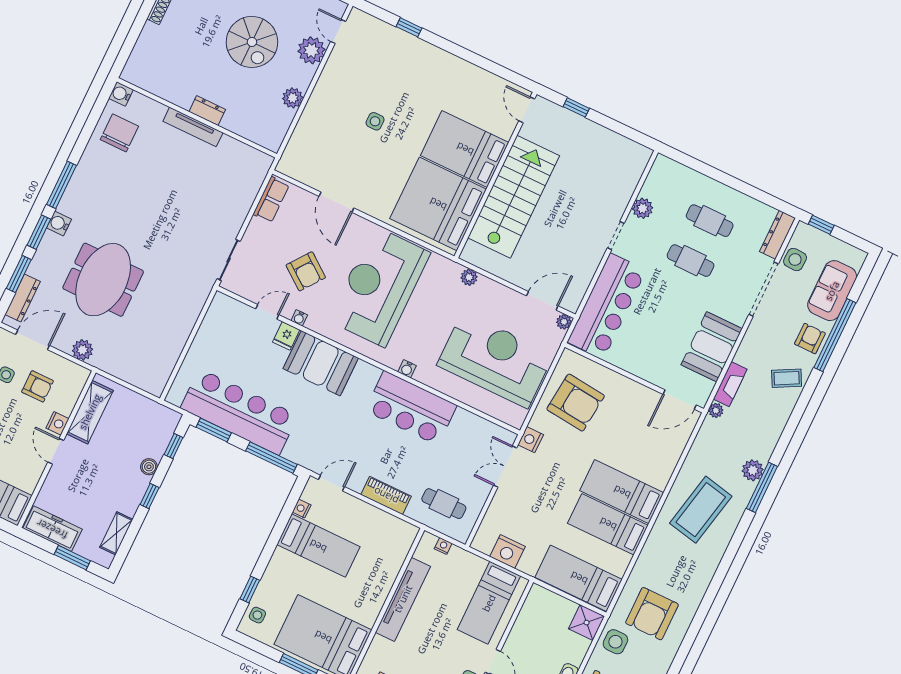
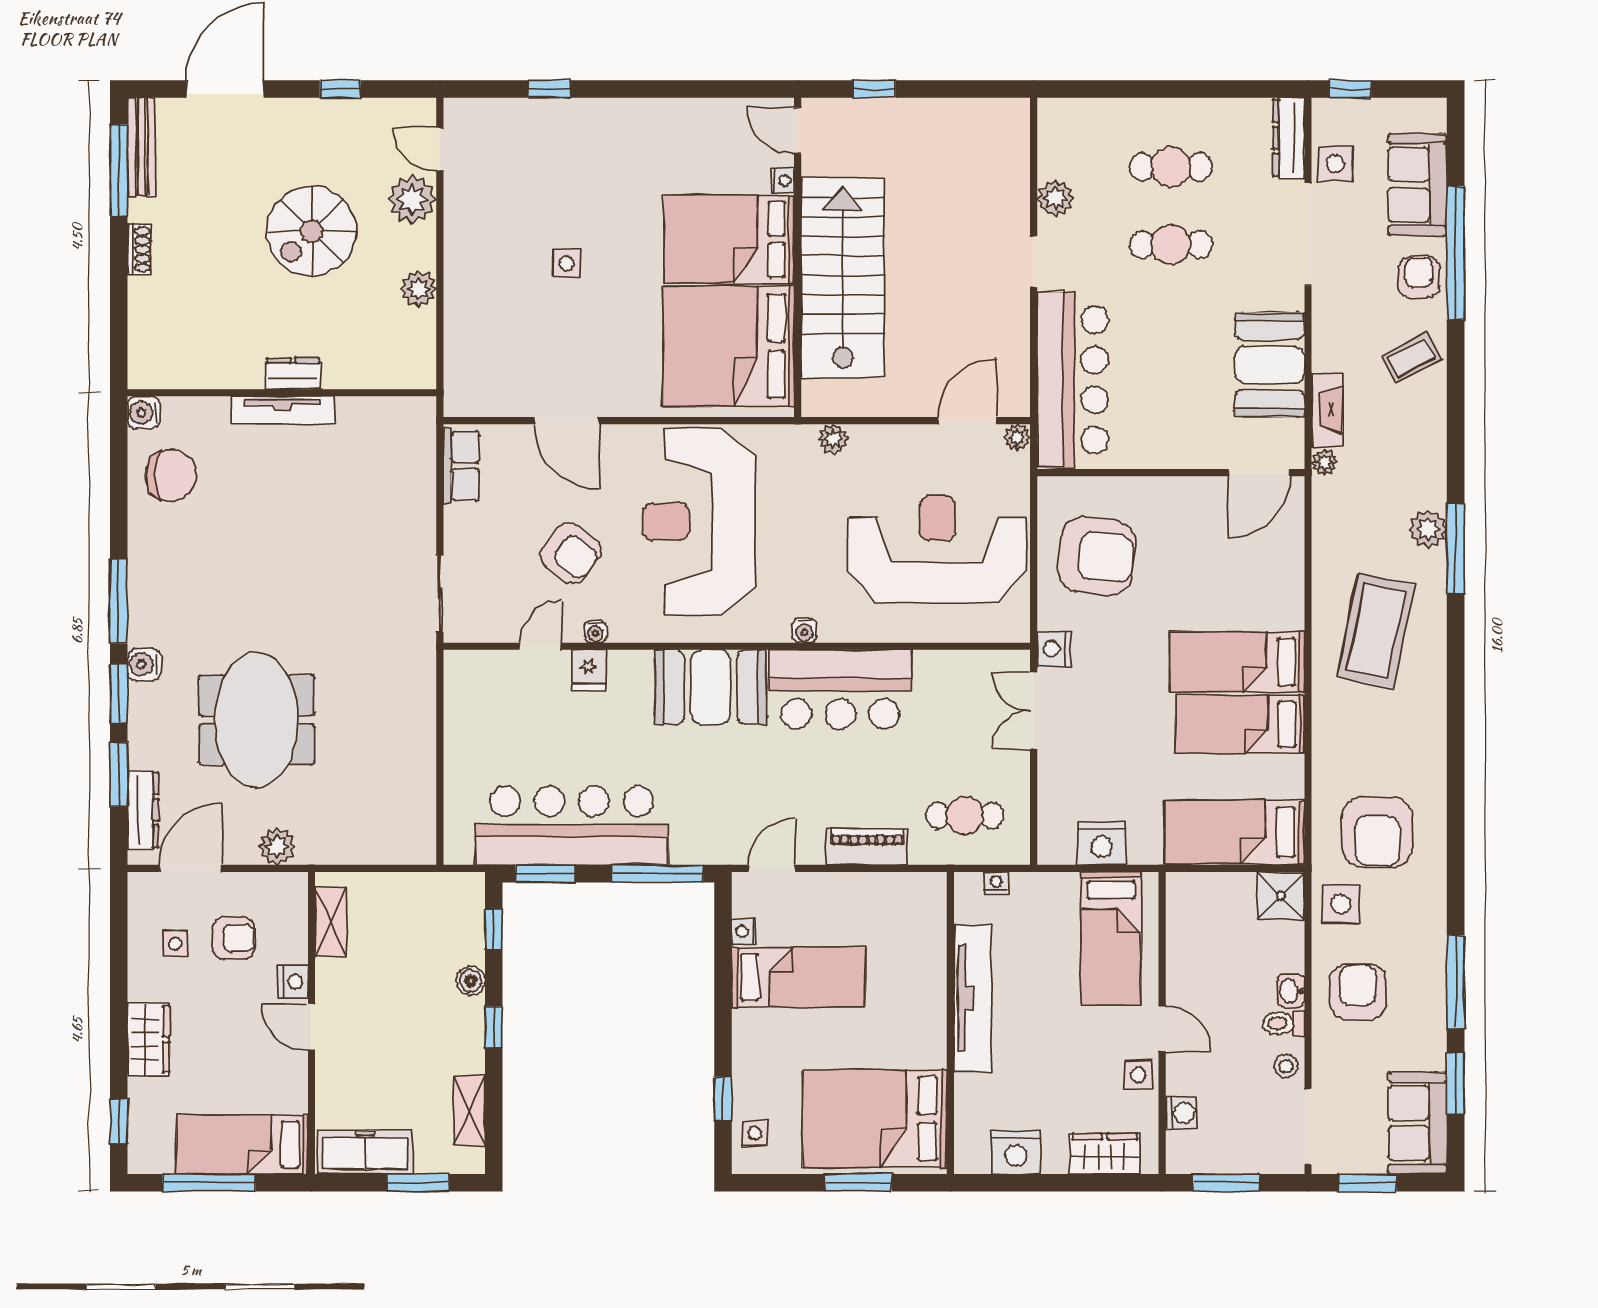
spiral stairs: (252, 42) -> (312, 231), turned 90
nightstand: (507, 132) -> (783, 181), added
chair: (119, 133) -> (171, 475), turned 90
booth: (321, 363) -> (710, 687), moved
shelving: (90, 412) -> (331, 922), width x0.67, depth x0.75

